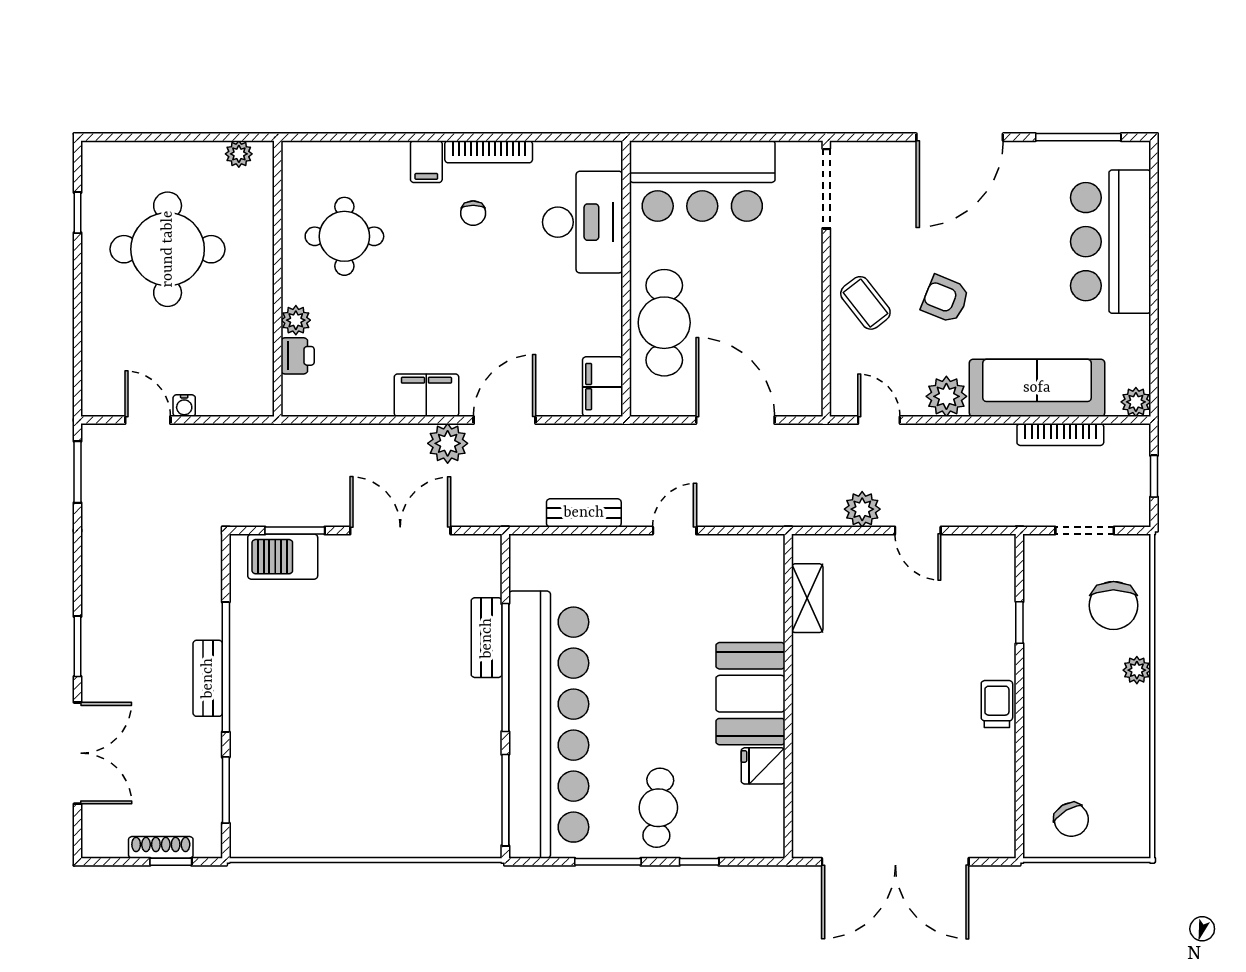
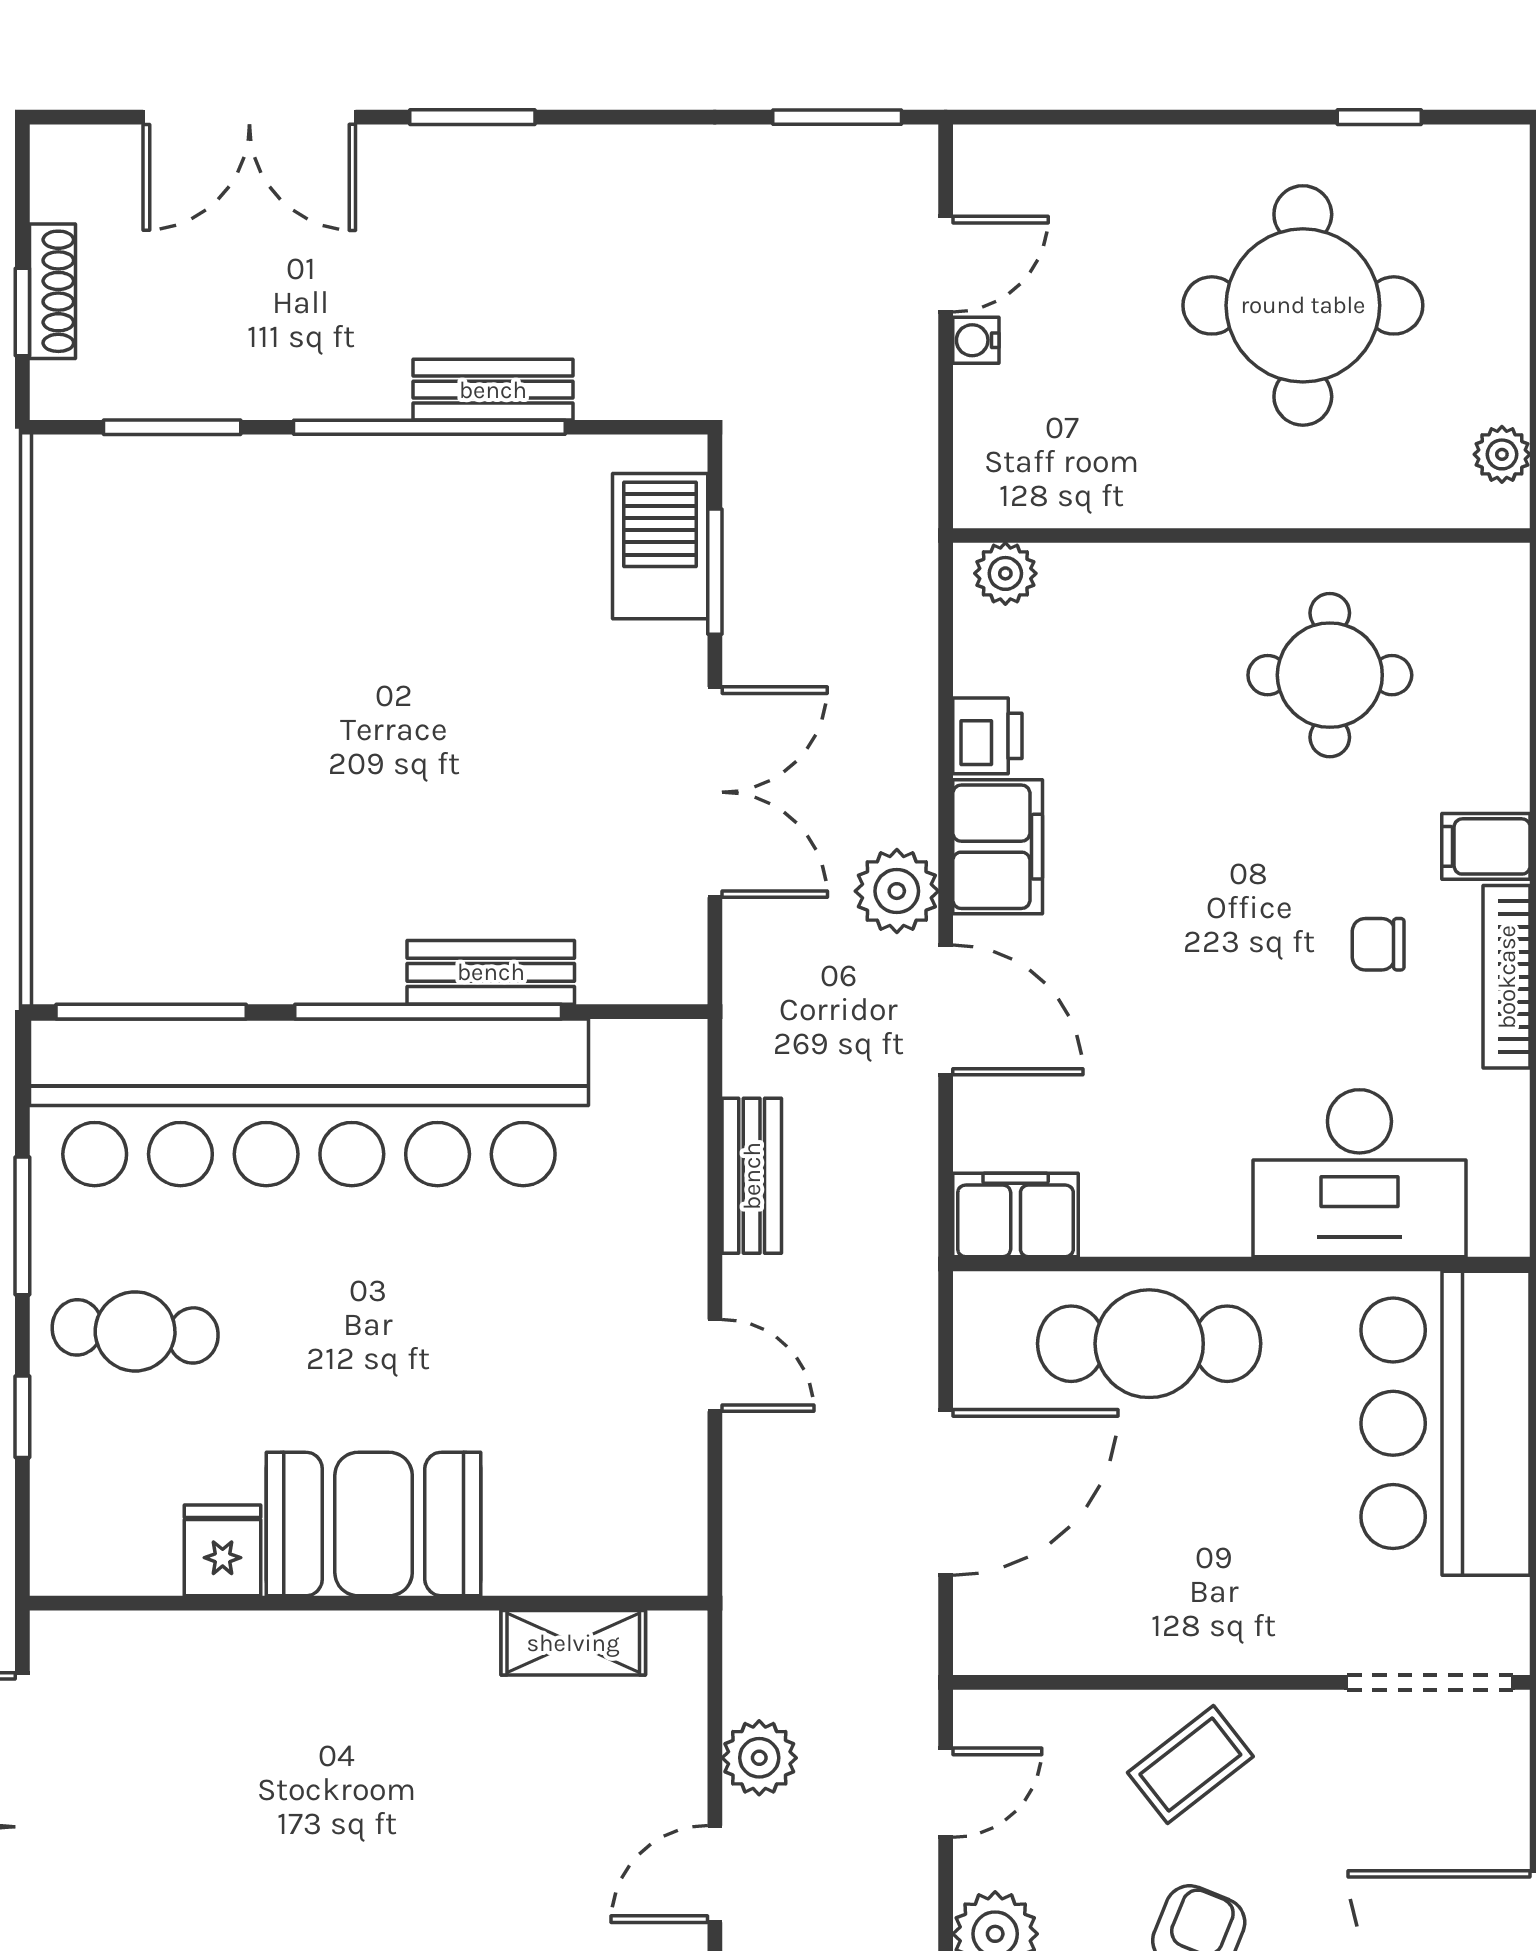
plant: (296, 320) -> (1005, 573), moved
printer: (298, 356) -> (987, 736), moved, turned -90
bench: (208, 678) -> (493, 390), moved

